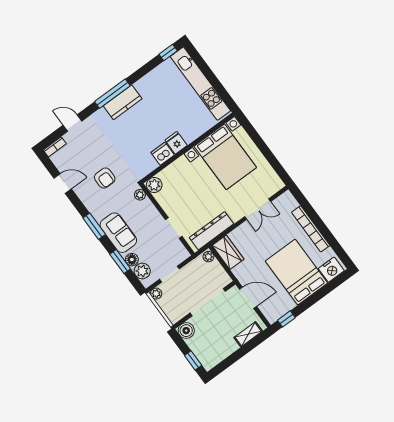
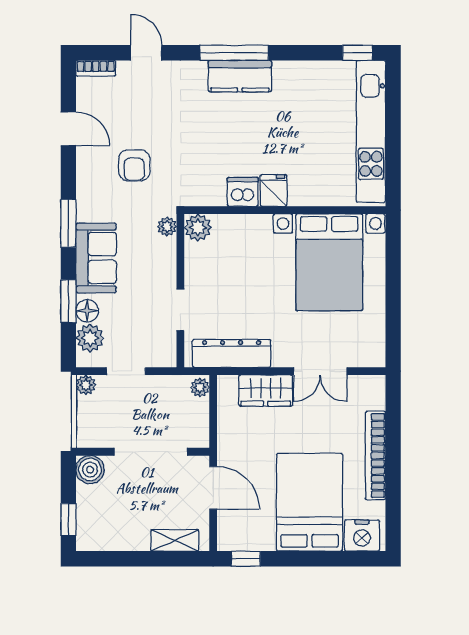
wardrobe: (228, 252) -> (266, 391), moved, turned 90

